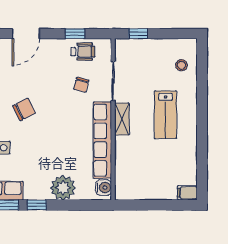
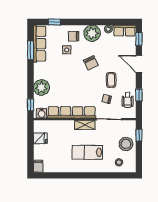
stool: (152, 54) -> (126, 144), added
coffee table: (51, 78) -> (111, 80), added
fridge: (143, 189) -> (40, 138), added
window: (37, 205) -> (31, 105), moved

